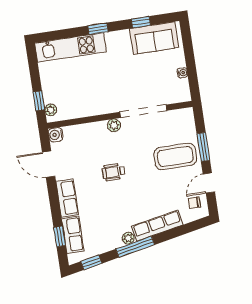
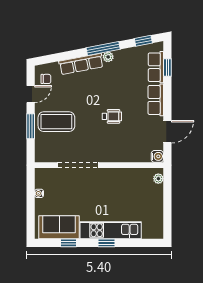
kitchen unit: (70, 47) -> (111, 230), moved
window: (39, 101) -> (167, 188), removed
plant: (114, 125) -> (106, 157), removed
door: (49, 164) -> (167, 132), hinge flipped

